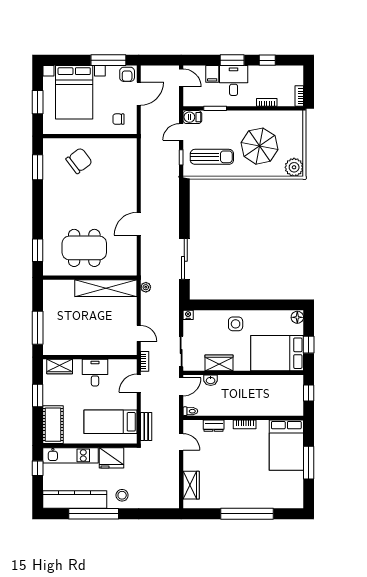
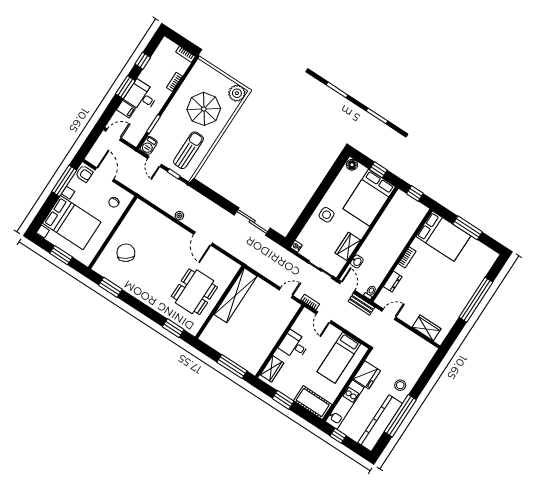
plant: (146, 287) -> (179, 216), moved
bench: (146, 426) -> (361, 304), moved

